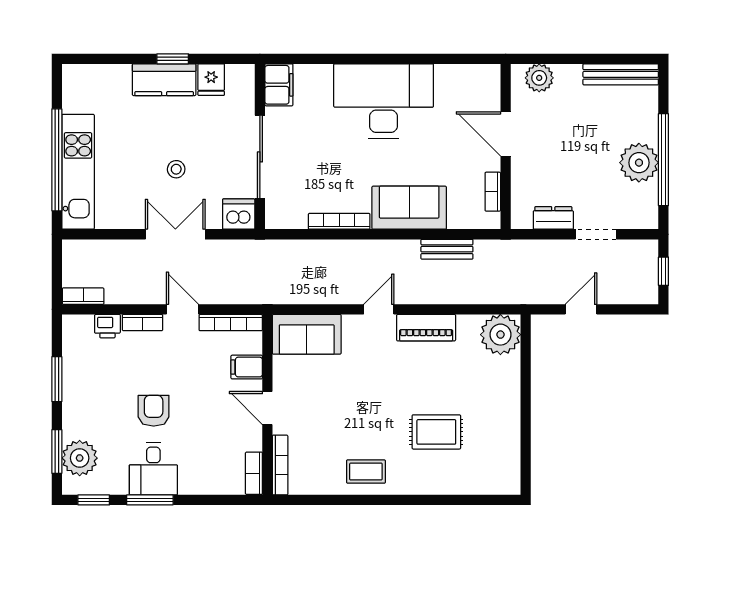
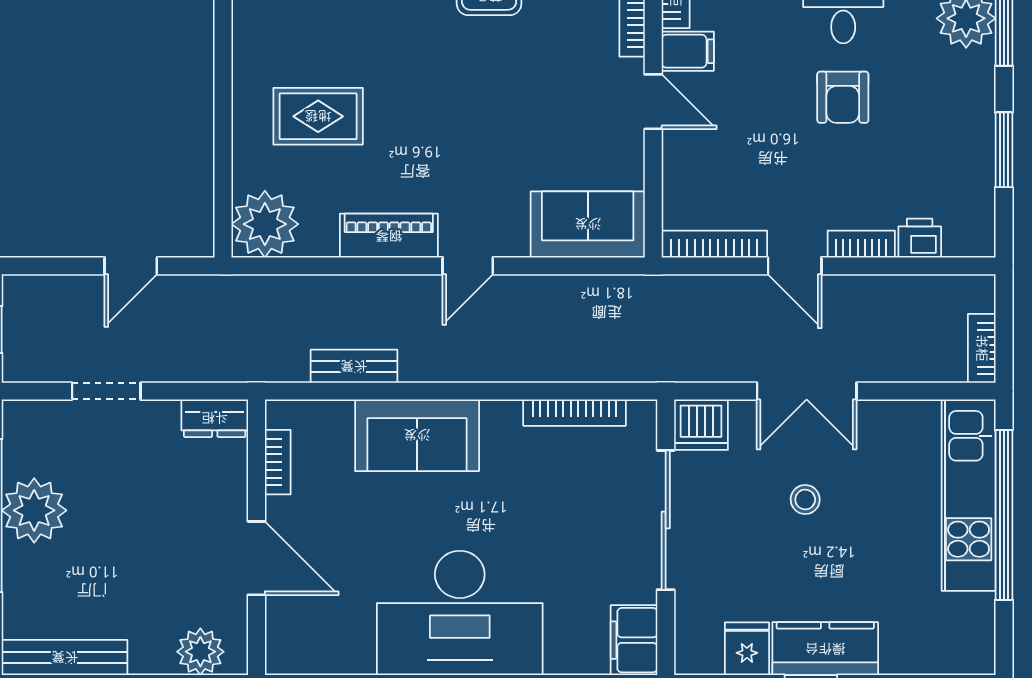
dresser: (553, 218) -> (215, 418), moved
bookcase: (339, 221) -> (574, 413), moved
bookcase: (83, 296) -> (982, 348), moved, turned 90
filing cabinet: (247, 367) -> (688, 51), moved
rug: (436, 432) -> (318, 116), moved

